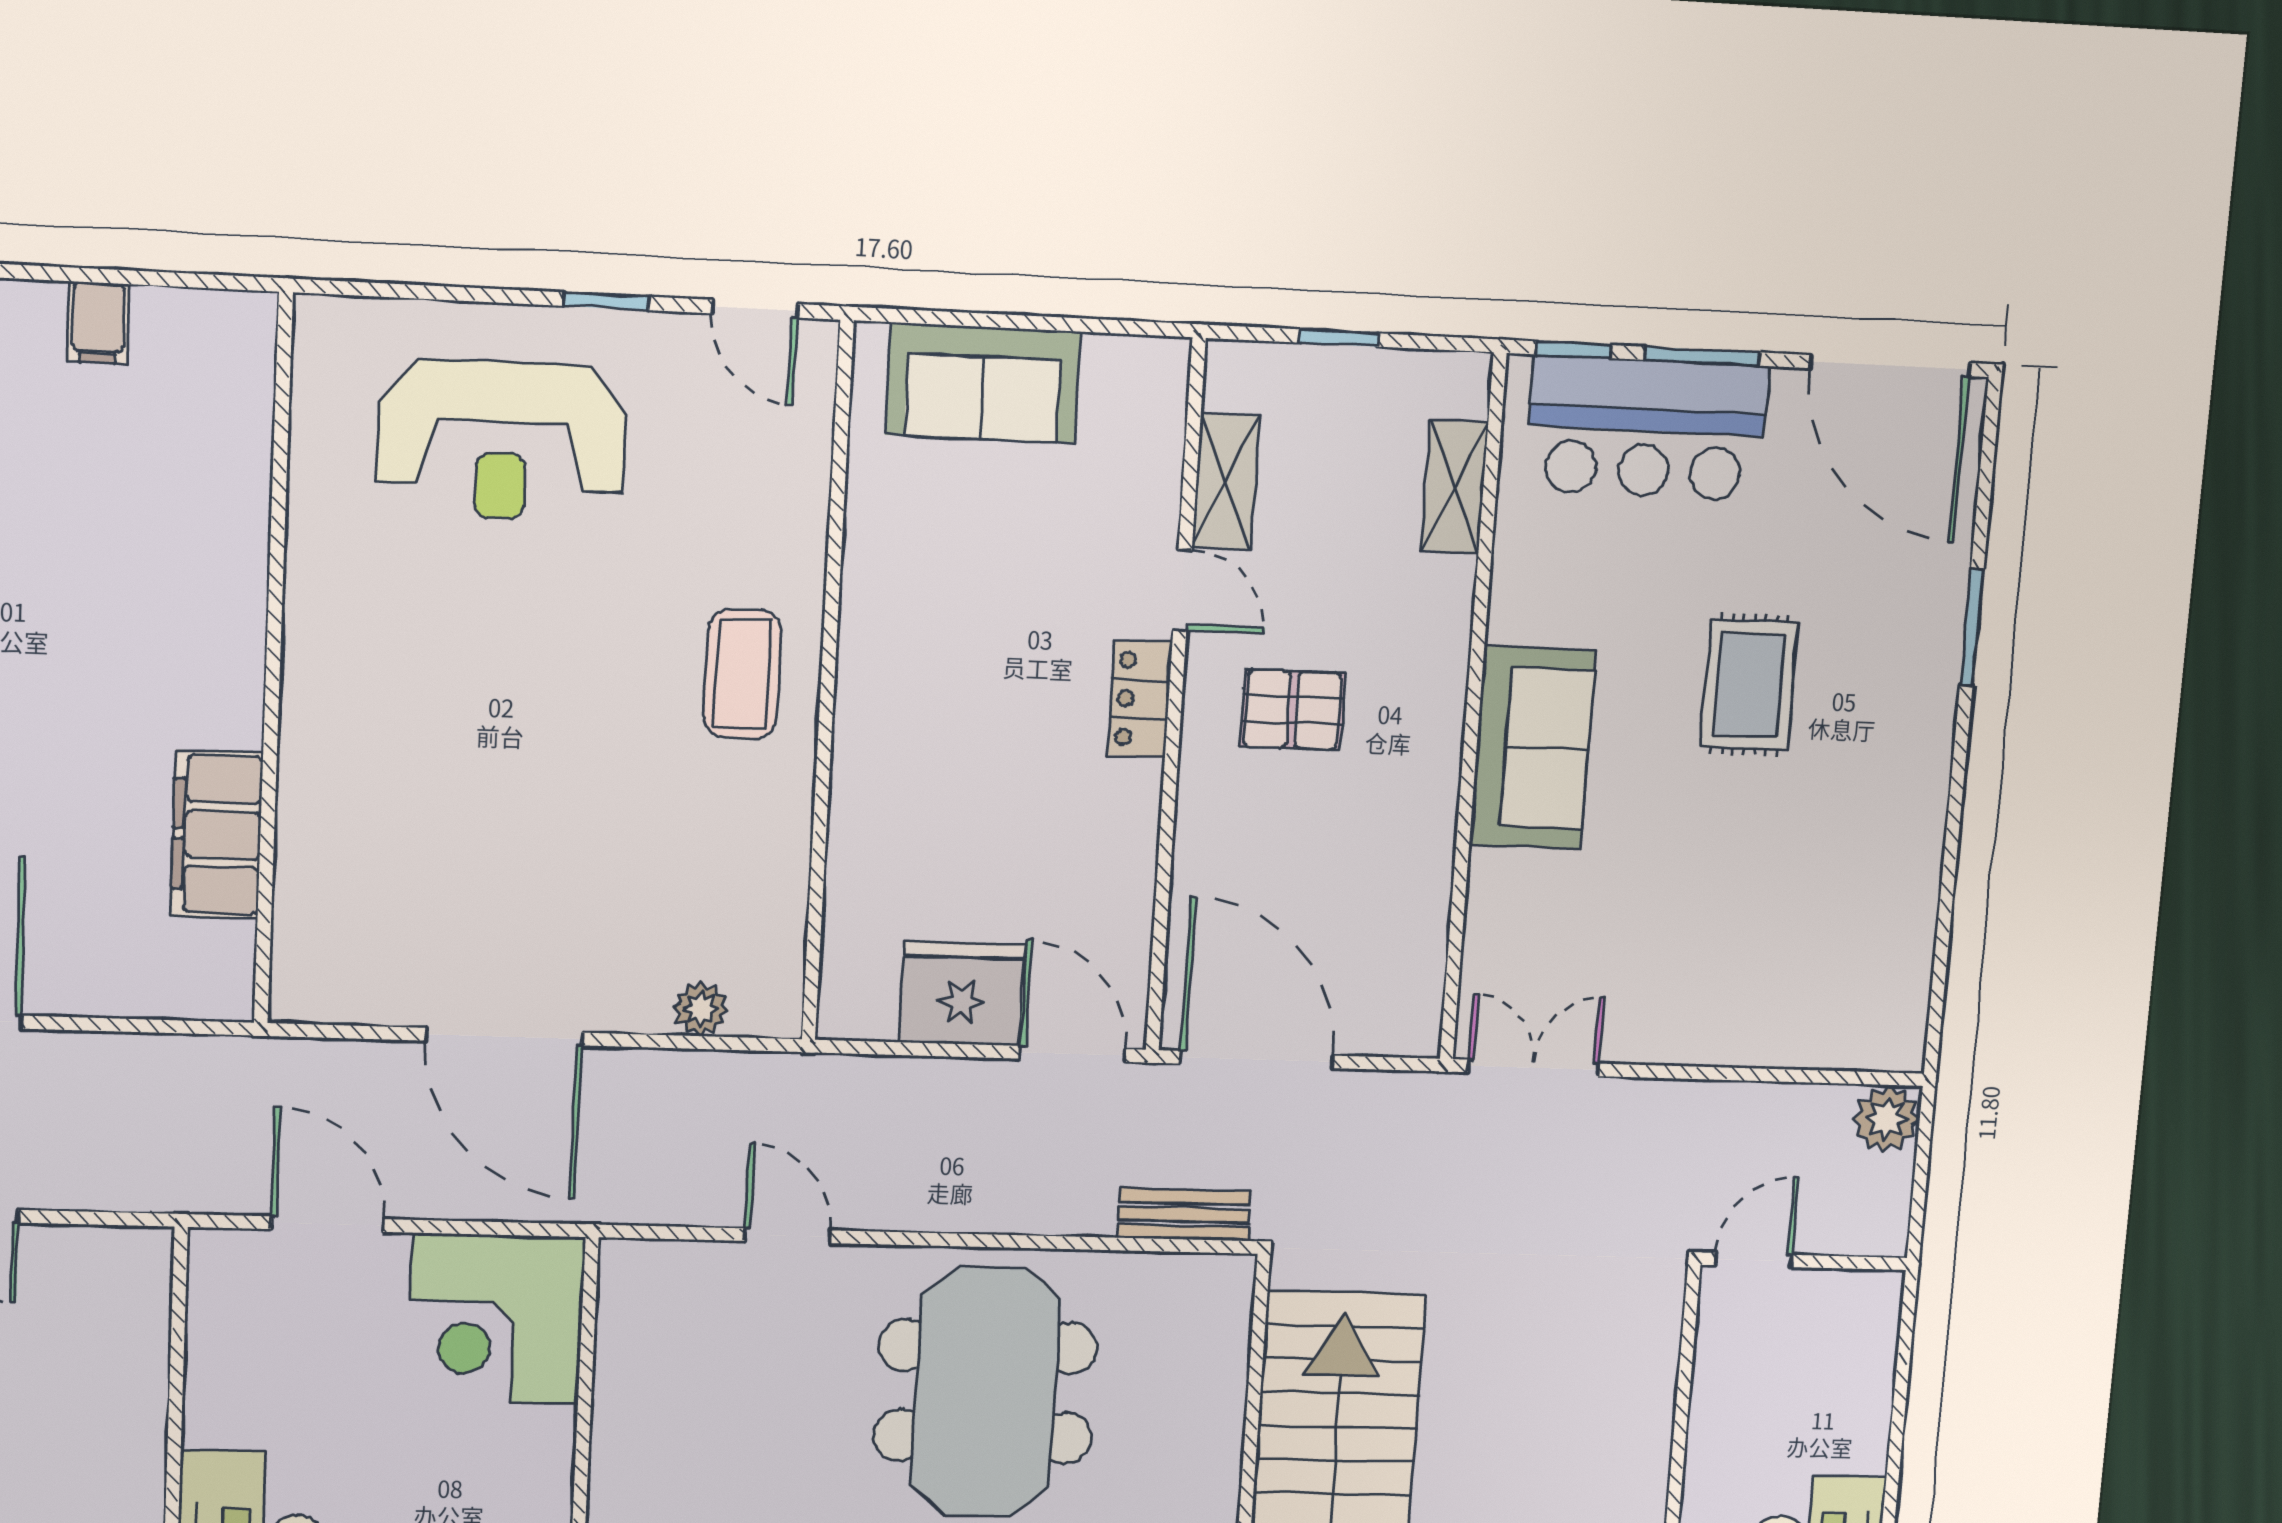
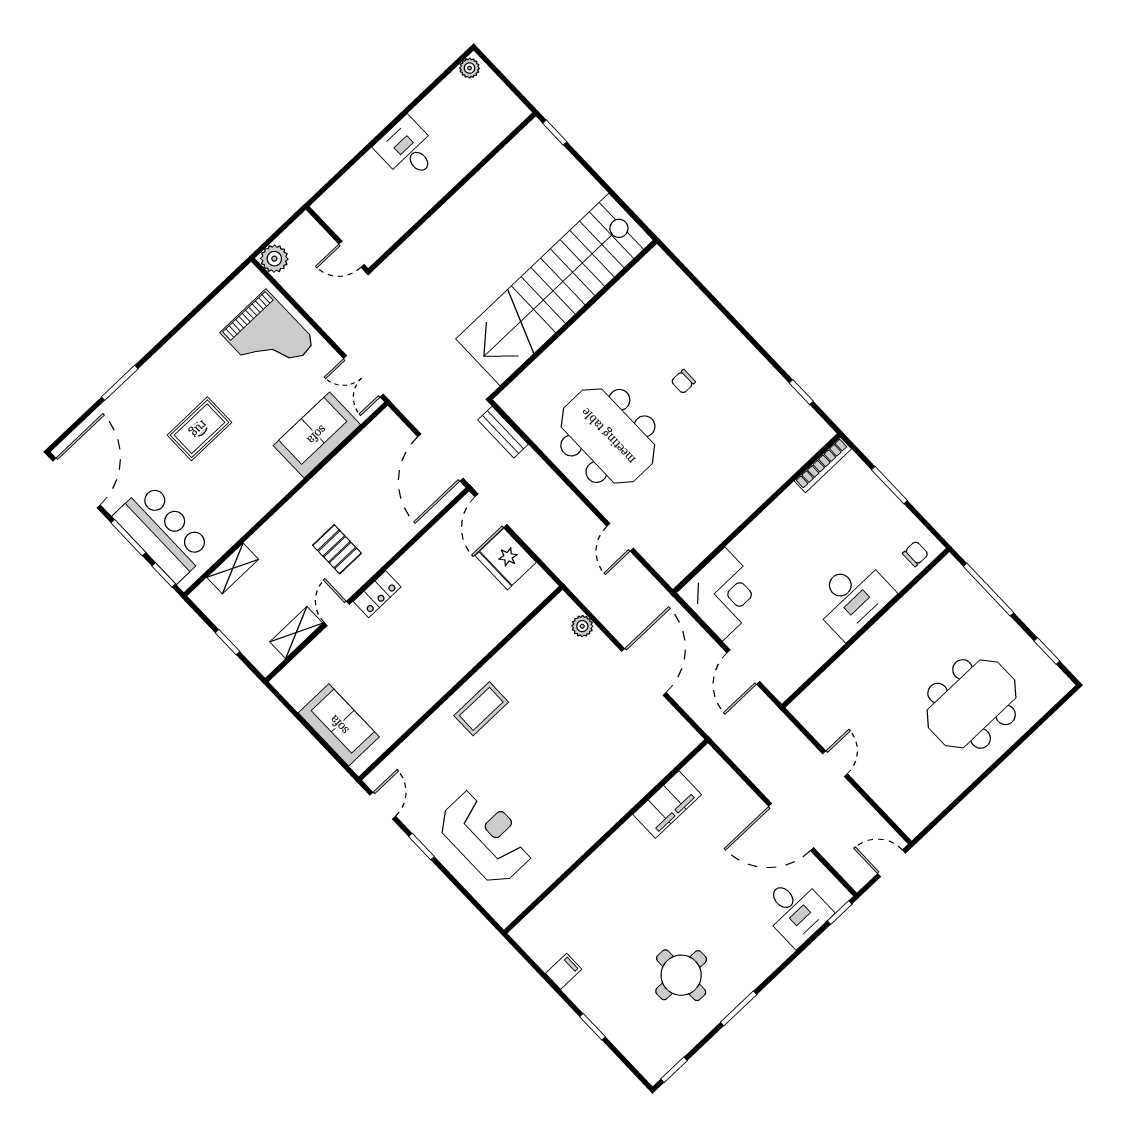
sofa: (1532, 748) -> (317, 435), moved
grand piano: (1771, 970) -> (268, 337), added
meeting table: (985, 1392) -> (608, 436), turned 90

